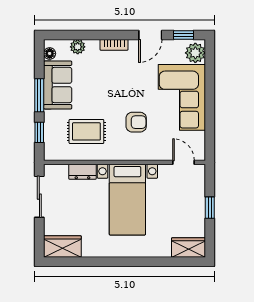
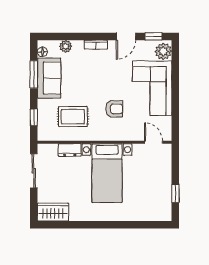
window: (39, 95) -> (34, 74), moved
window: (210, 208) -> (175, 193), moved
wardrobe: (189, 247) -> (158, 213), removed

